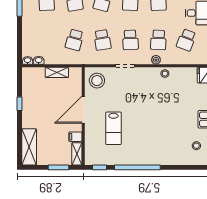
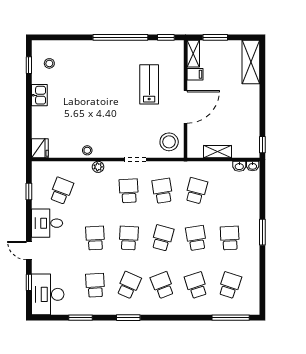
school desk: (158, 40) -> (95, 191), removed
window: (20, 104) -> (262, 145), moved

